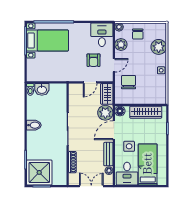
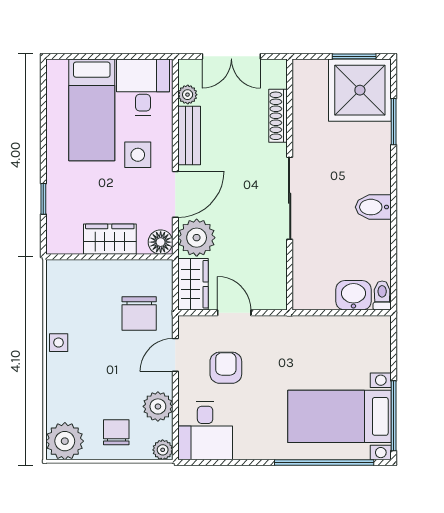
plant: (159, 47) -> (65, 441), moved
door: (90, 82) -> (234, 313), hinge flipped
wardrobe: (146, 112) -> (110, 239), width x0.67

